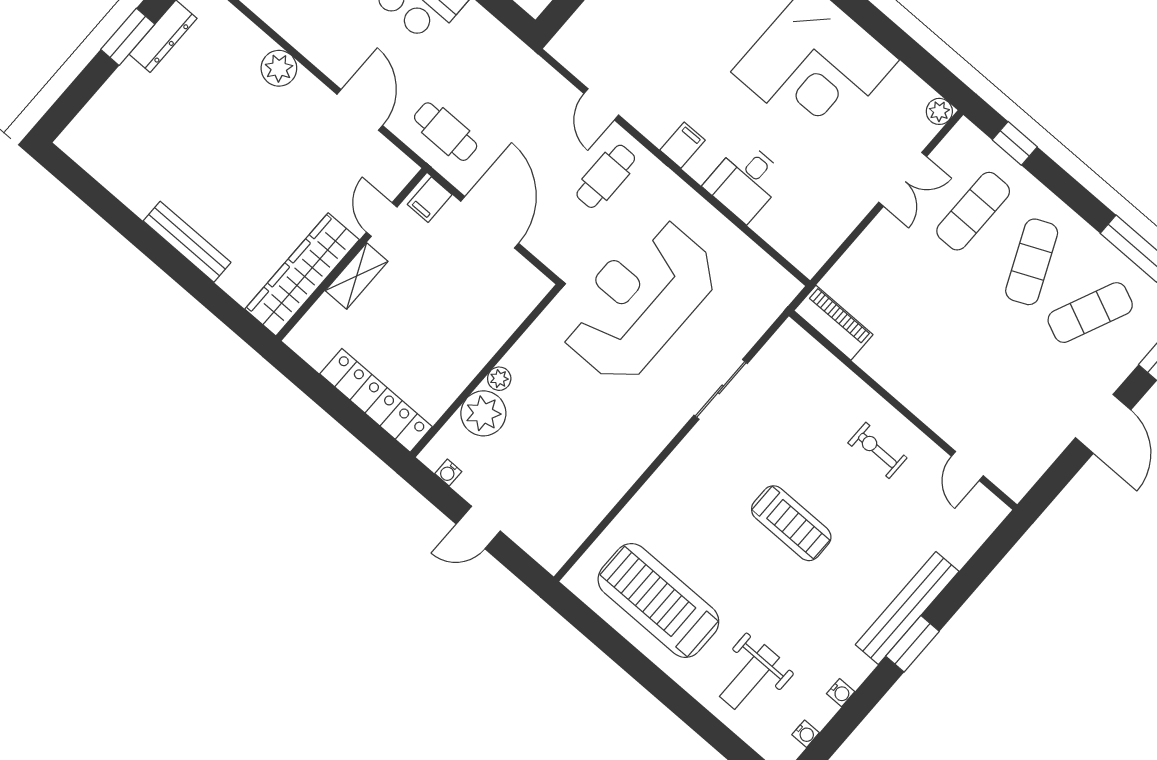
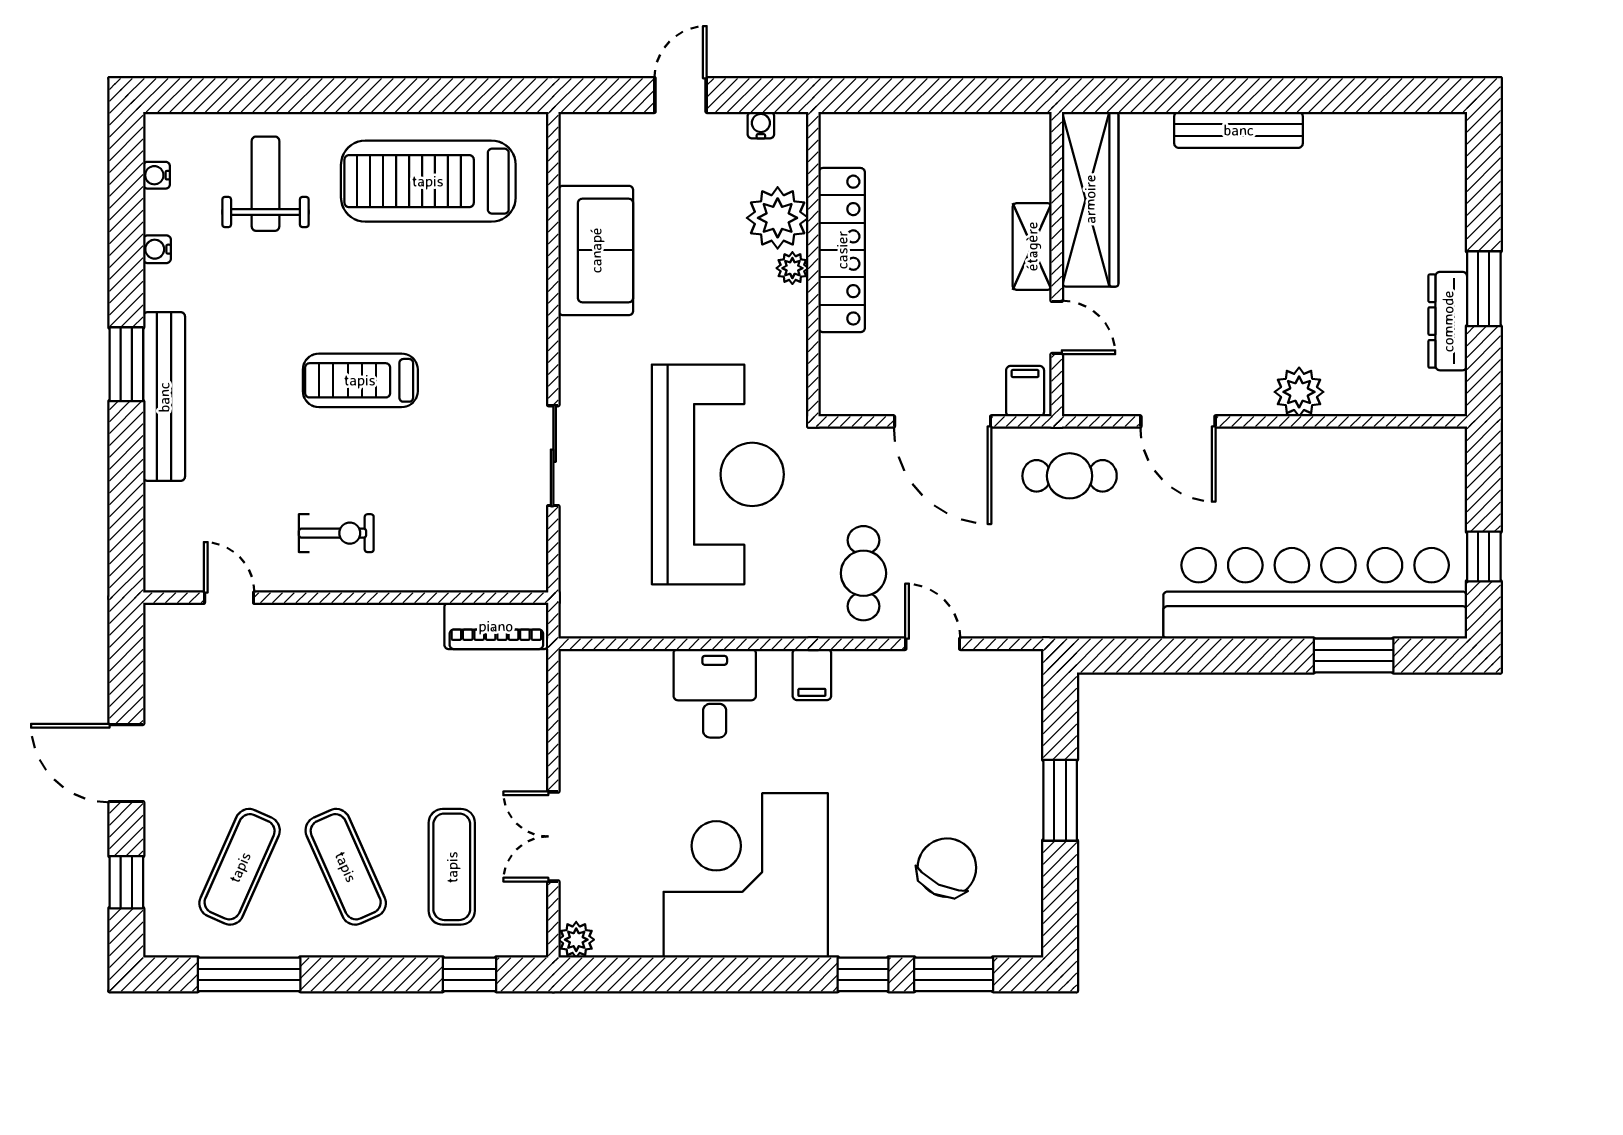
locker: (376, 400) -> (842, 250), moved, turned -90
sofa: (599, 482) -> (596, 250), added
treadmill: (658, 601) -> (428, 181), turned 180

